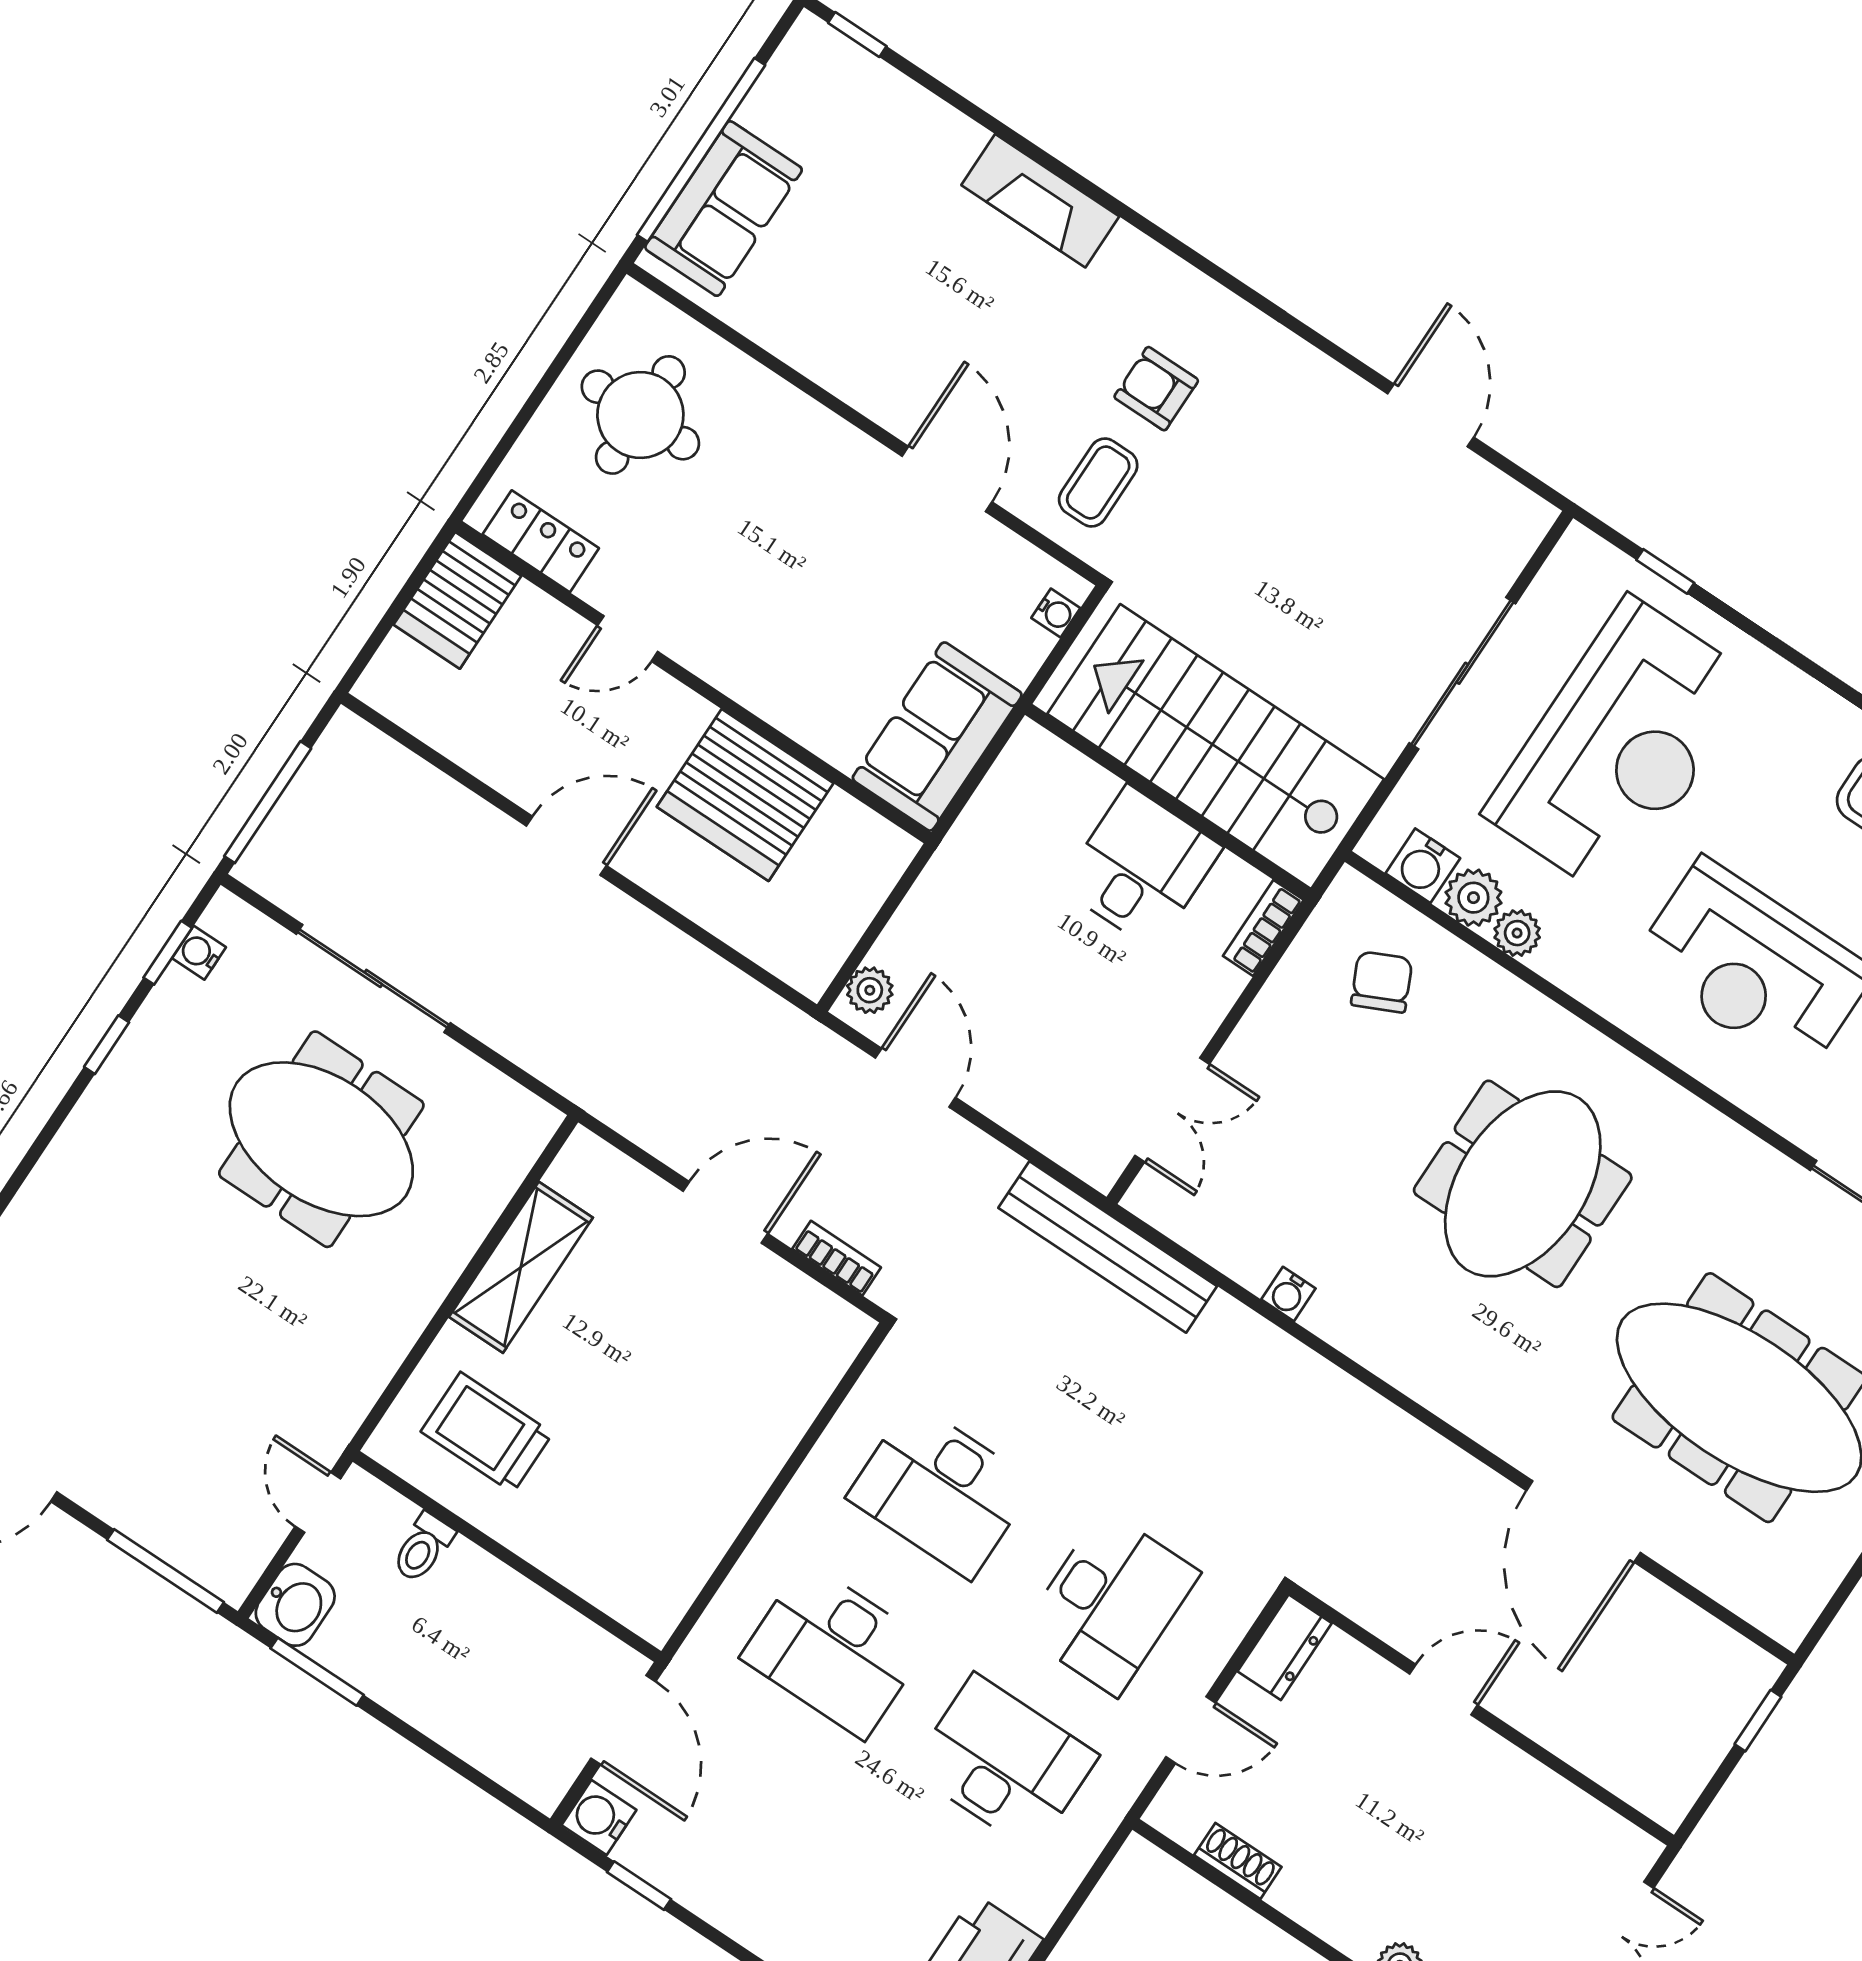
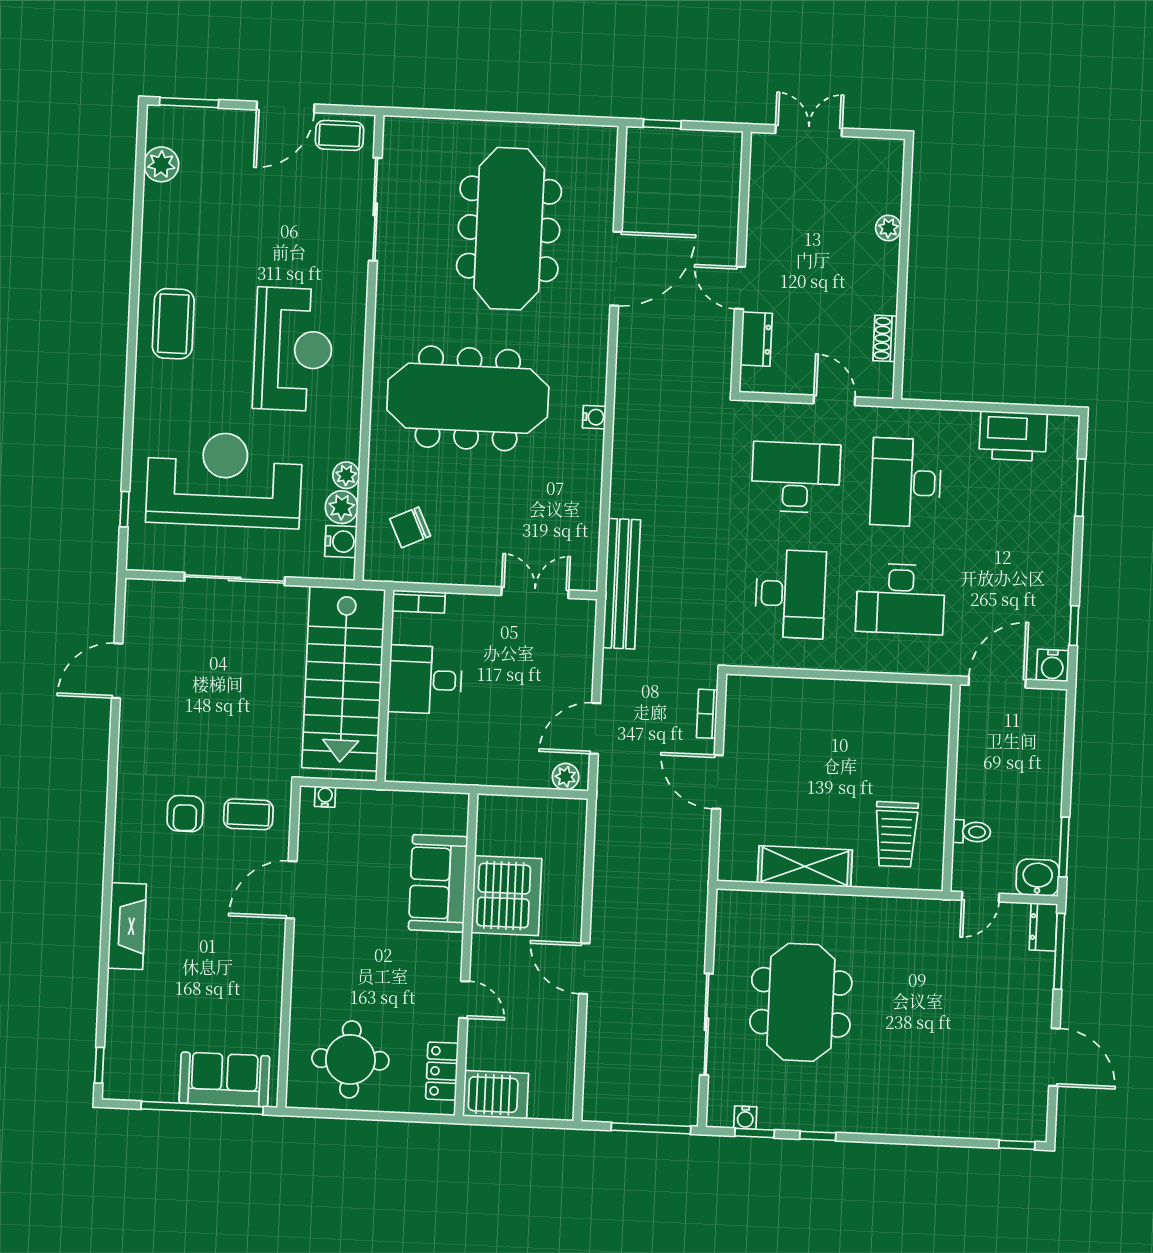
sofa: (937, 737) -> (438, 883), moved, turned 90
meeting table: (1523, 1184) -> (468, 398), width x1.36
water cooler: (1288, 1294) -> (594, 417), moved
dresser: (216, 1569) -> (1043, 927), added
dresser: (1285, 1647) -> (756, 339), moved, turned 90
desk: (835, 1650) -> (900, 599), turned 90

